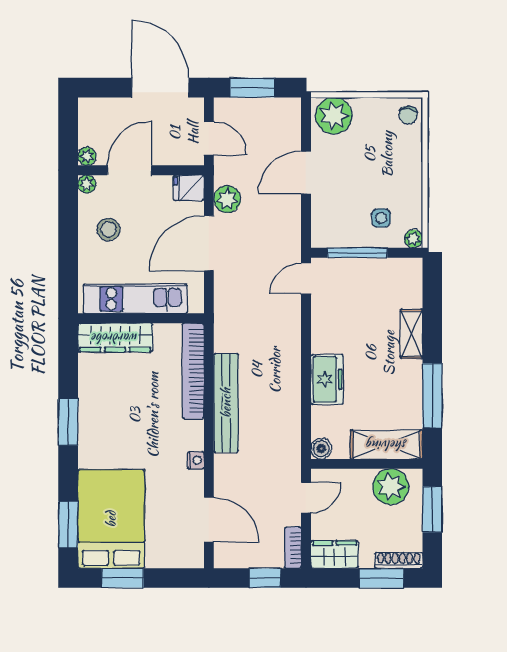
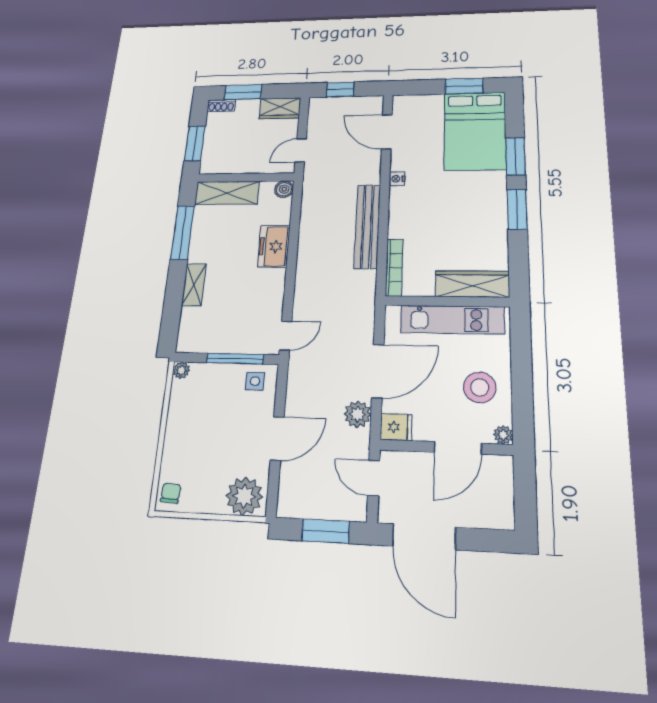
plant: (87, 156) -> (504, 465), removed
side table: (381, 218) -> (255, 381), moved
stool: (109, 230) -> (480, 387), width x1.38, depth x1.38
bookcase: (193, 371) -> (394, 267), width x0.68, depth x0.76
plant: (391, 487) -> (227, 160), removed
window: (68, 524) -> (515, 156), moved
bookcase: (293, 548) -> (315, 112), removed
shoe rack: (399, 560) -> (221, 106), width x0.70

